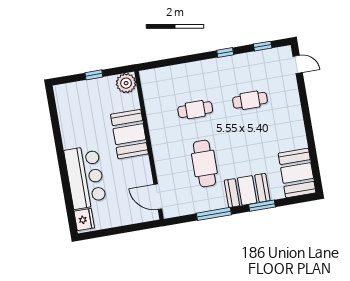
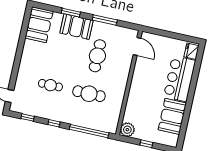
window: (175, 61) -> (89, 131), added
cafe table: (195, 110) -> (89, 94), width x1.37, depth x1.35
booth: (129, 134) -> (172, 116), moved

